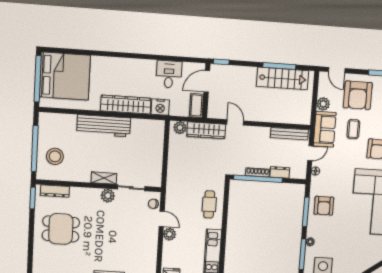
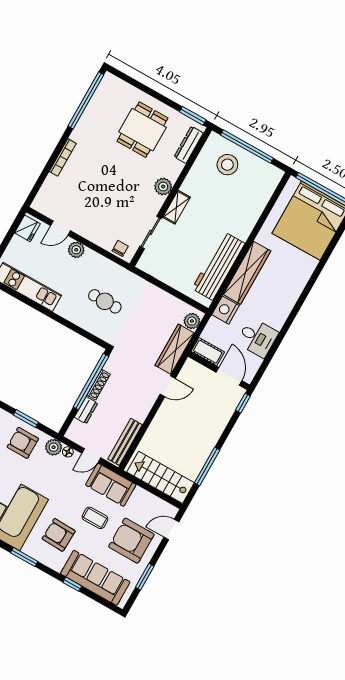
stairs: (283, 79) -> (161, 477), moved, turned 90
plant: (323, 104) -> (54, 447), moved
workbench: (104, 126) -> (218, 266), moved
door: (310, 153) -> (91, 456), hinge flipped
plant: (108, 196) -> (163, 187), moved
cafe table: (209, 204) -> (105, 301), moved
window: (306, 212) -> (26, 419), width x0.69
door: (162, 219) -> (60, 228), moved

